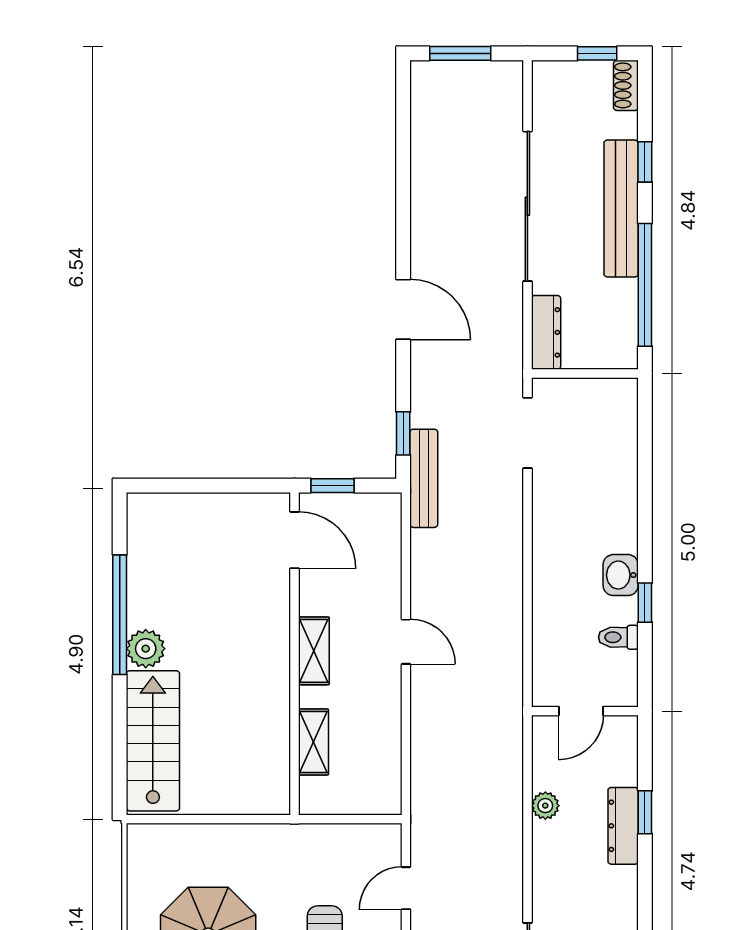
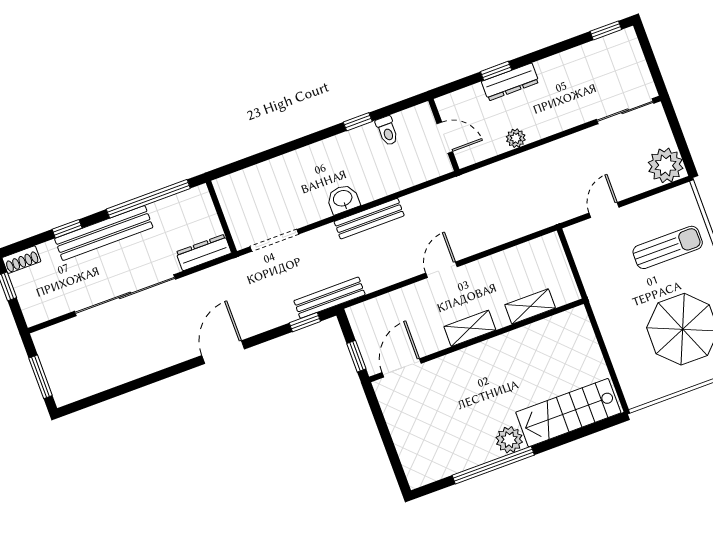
bench: (510, 570) -> (369, 219), added
washbasin: (621, 575) -> (343, 199), moved, turned 180
door: (406, 888) -> (604, 210), swing flipped

